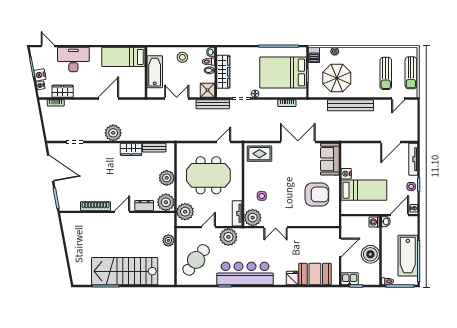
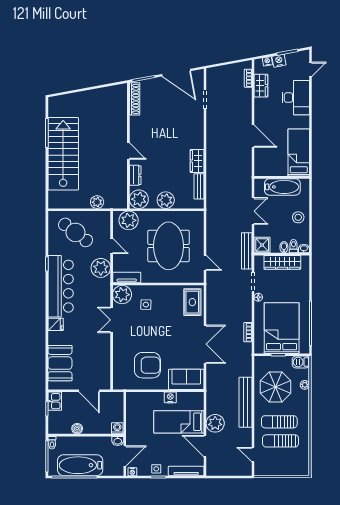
sun lounger: (411, 73) -> (279, 422), moved
plant: (113, 133) -> (215, 423), moved
door: (51, 168) -> (176, 73), hinge flipped
bed: (364, 190) -> (179, 422), moved, turned 90
armchair: (317, 194) -> (147, 365), turned -90
shoe rack: (95, 206) -> (135, 99), moved
door: (399, 215) -> (125, 456), hinge flipped
boiler: (370, 254) -> (77, 429), width x0.54, depth x0.54
fridge: (292, 278) -> (56, 324), moved

